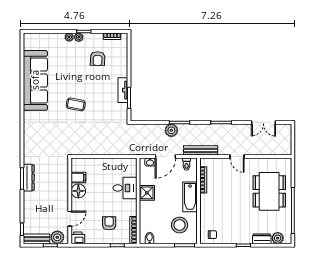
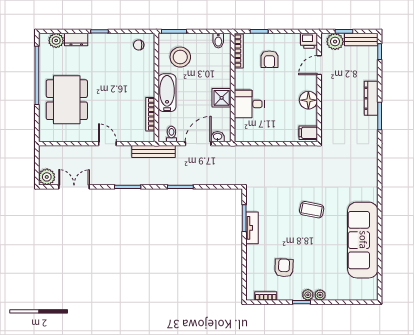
plant: (171, 130) -> (47, 177), moved
dresser: (29, 178) -> (371, 98), moved
filing cabinet: (78, 178) -> (308, 133), moved

